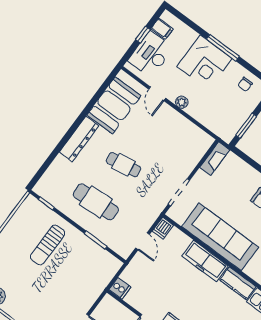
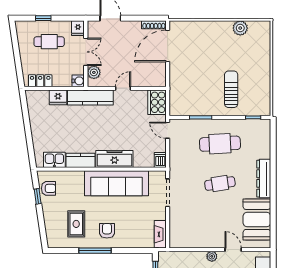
door: (142, 241) -> (168, 130), moved
cooker: (120, 288) -> (157, 102), width x1.87, depth x1.31

